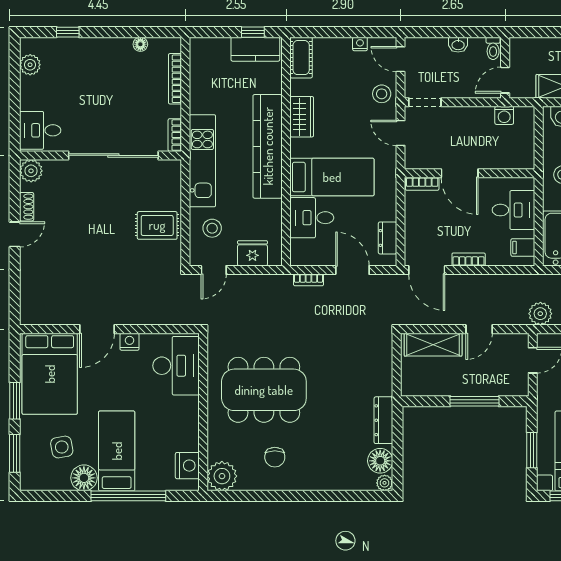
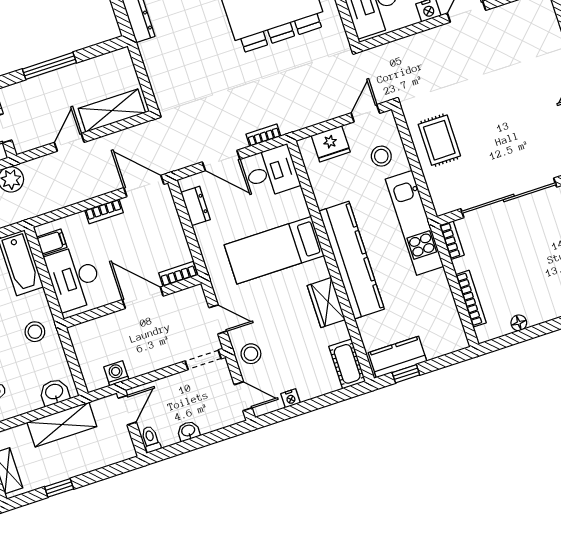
desk: (513, 210) -> (74, 278), width x1.37
desk: (312, 218) -> (272, 172), moved
rug: (157, 225) -> (439, 140), turned 90

